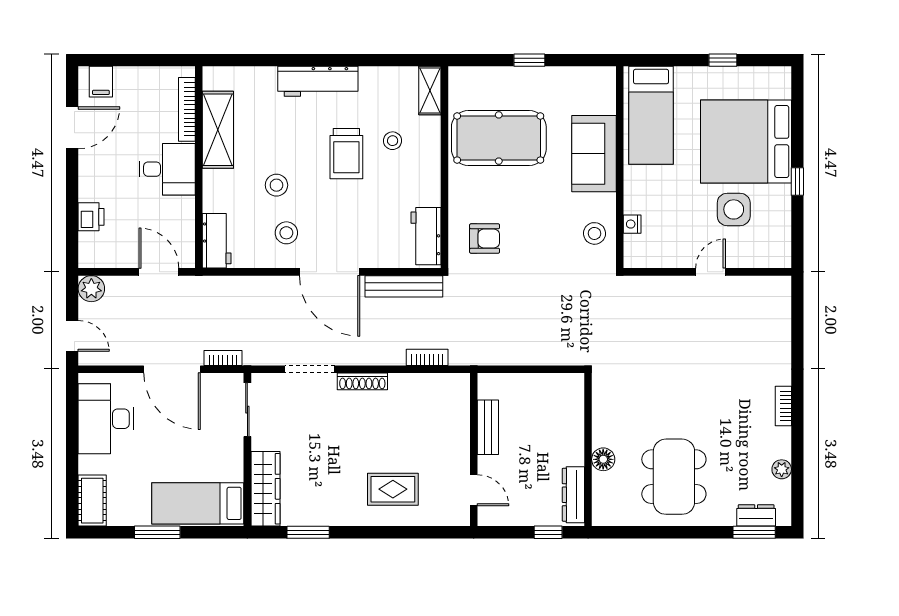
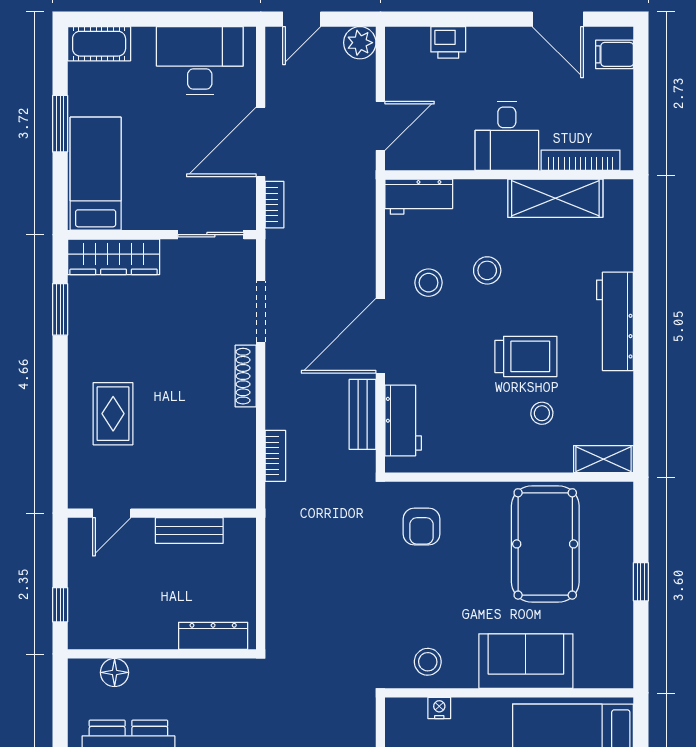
trolley: (346, 154) -> (526, 356), turned 180
workbench: (426, 236) -> (403, 420), moved, turned 90
bench: (404, 286) -> (363, 414), width x0.73
floor lamp: (603, 459) -> (115, 672), moved
dresser: (573, 495) -> (213, 636), moved

